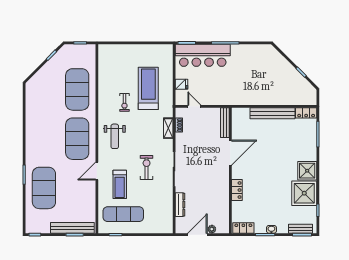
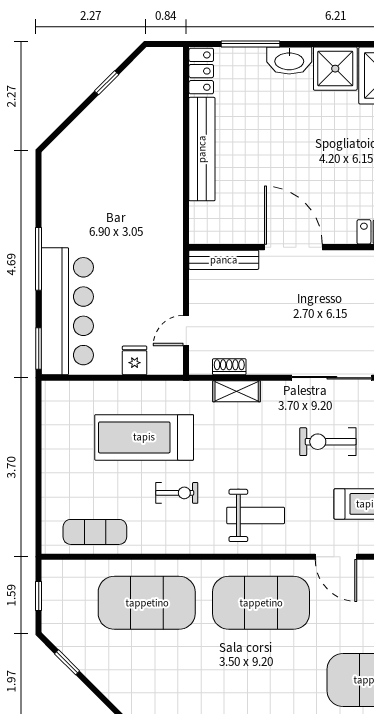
exercise mat: (108, 67) -> (95, 532), added
washbasin: (311, 151) -> (289, 61), added

